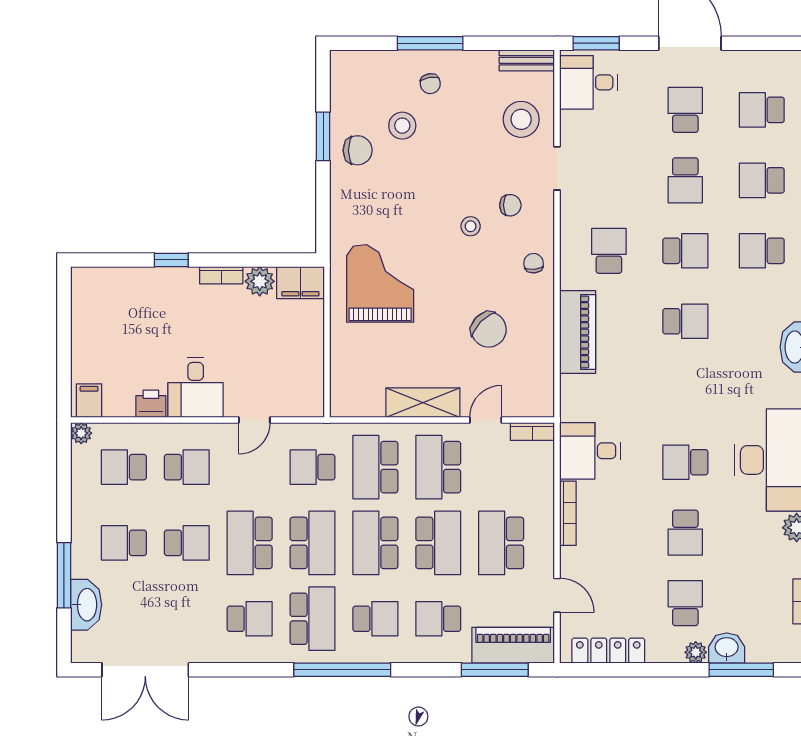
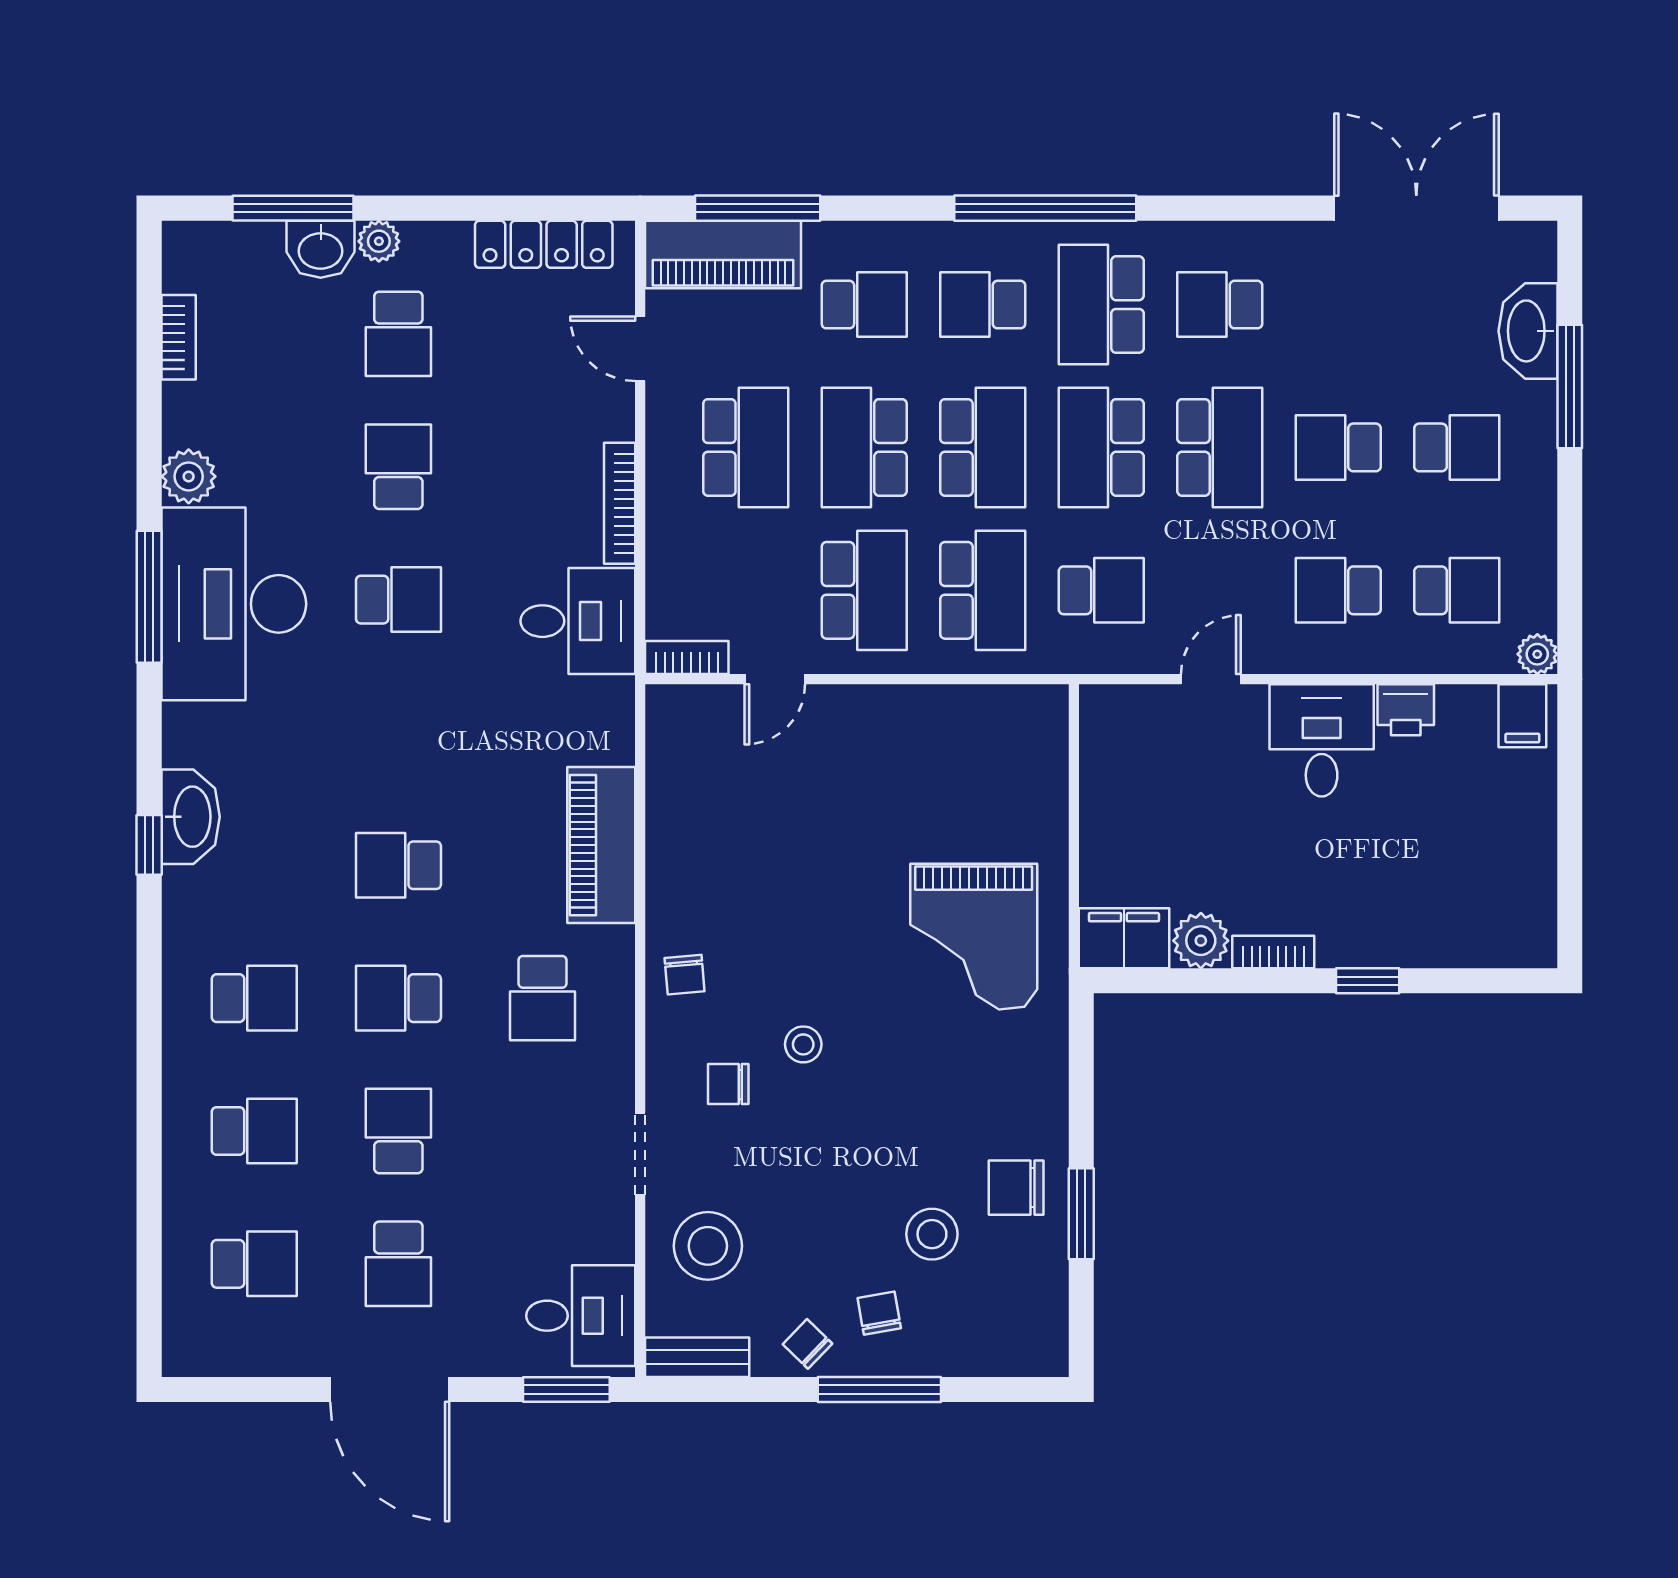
chair: (489, 330) -> (808, 1344), moved, width x0.54, depth x0.54
shelving: (423, 403) -> (893, 712), removed

